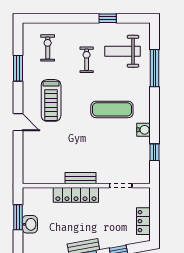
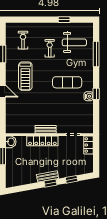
weight bench: (122, 51) -> (74, 42), turned 180
window: (154, 152) -> (96, 94), moved
locker: (143, 221) -> (89, 145), moved
washbasin: (30, 224) -> (11, 142), moved

